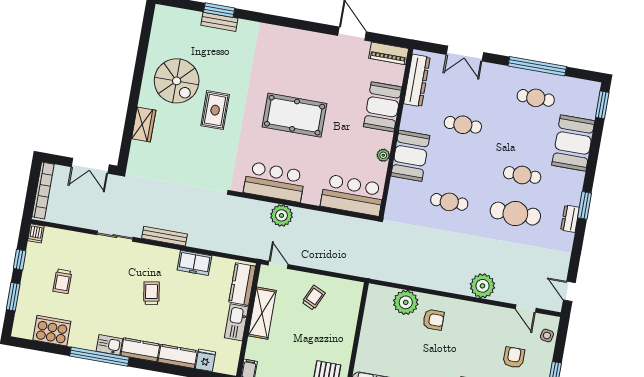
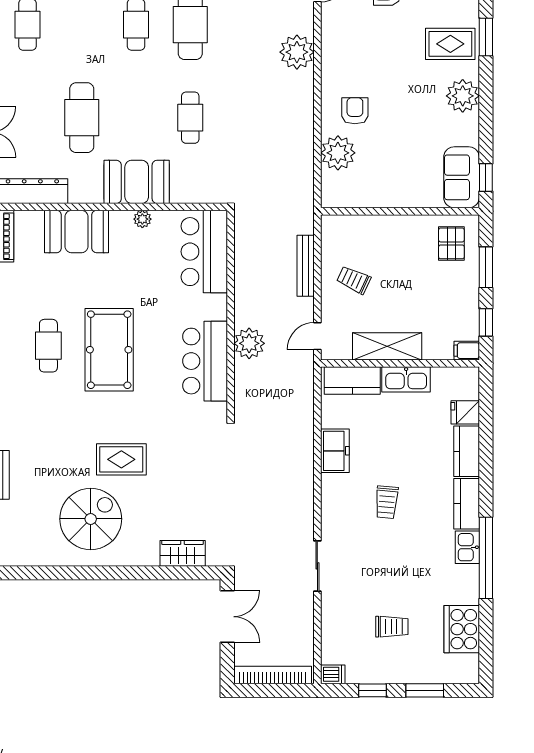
cafe table: (305, 73) -> (48, 346), added
wardrobe: (144, 125) -> (183, 553), moved
cafe table: (463, 125) -> (82, 118), width x1.37, depth x1.35
bench: (165, 236) -> (306, 266), moved
trolley: (151, 293) -> (387, 502), turned -76

